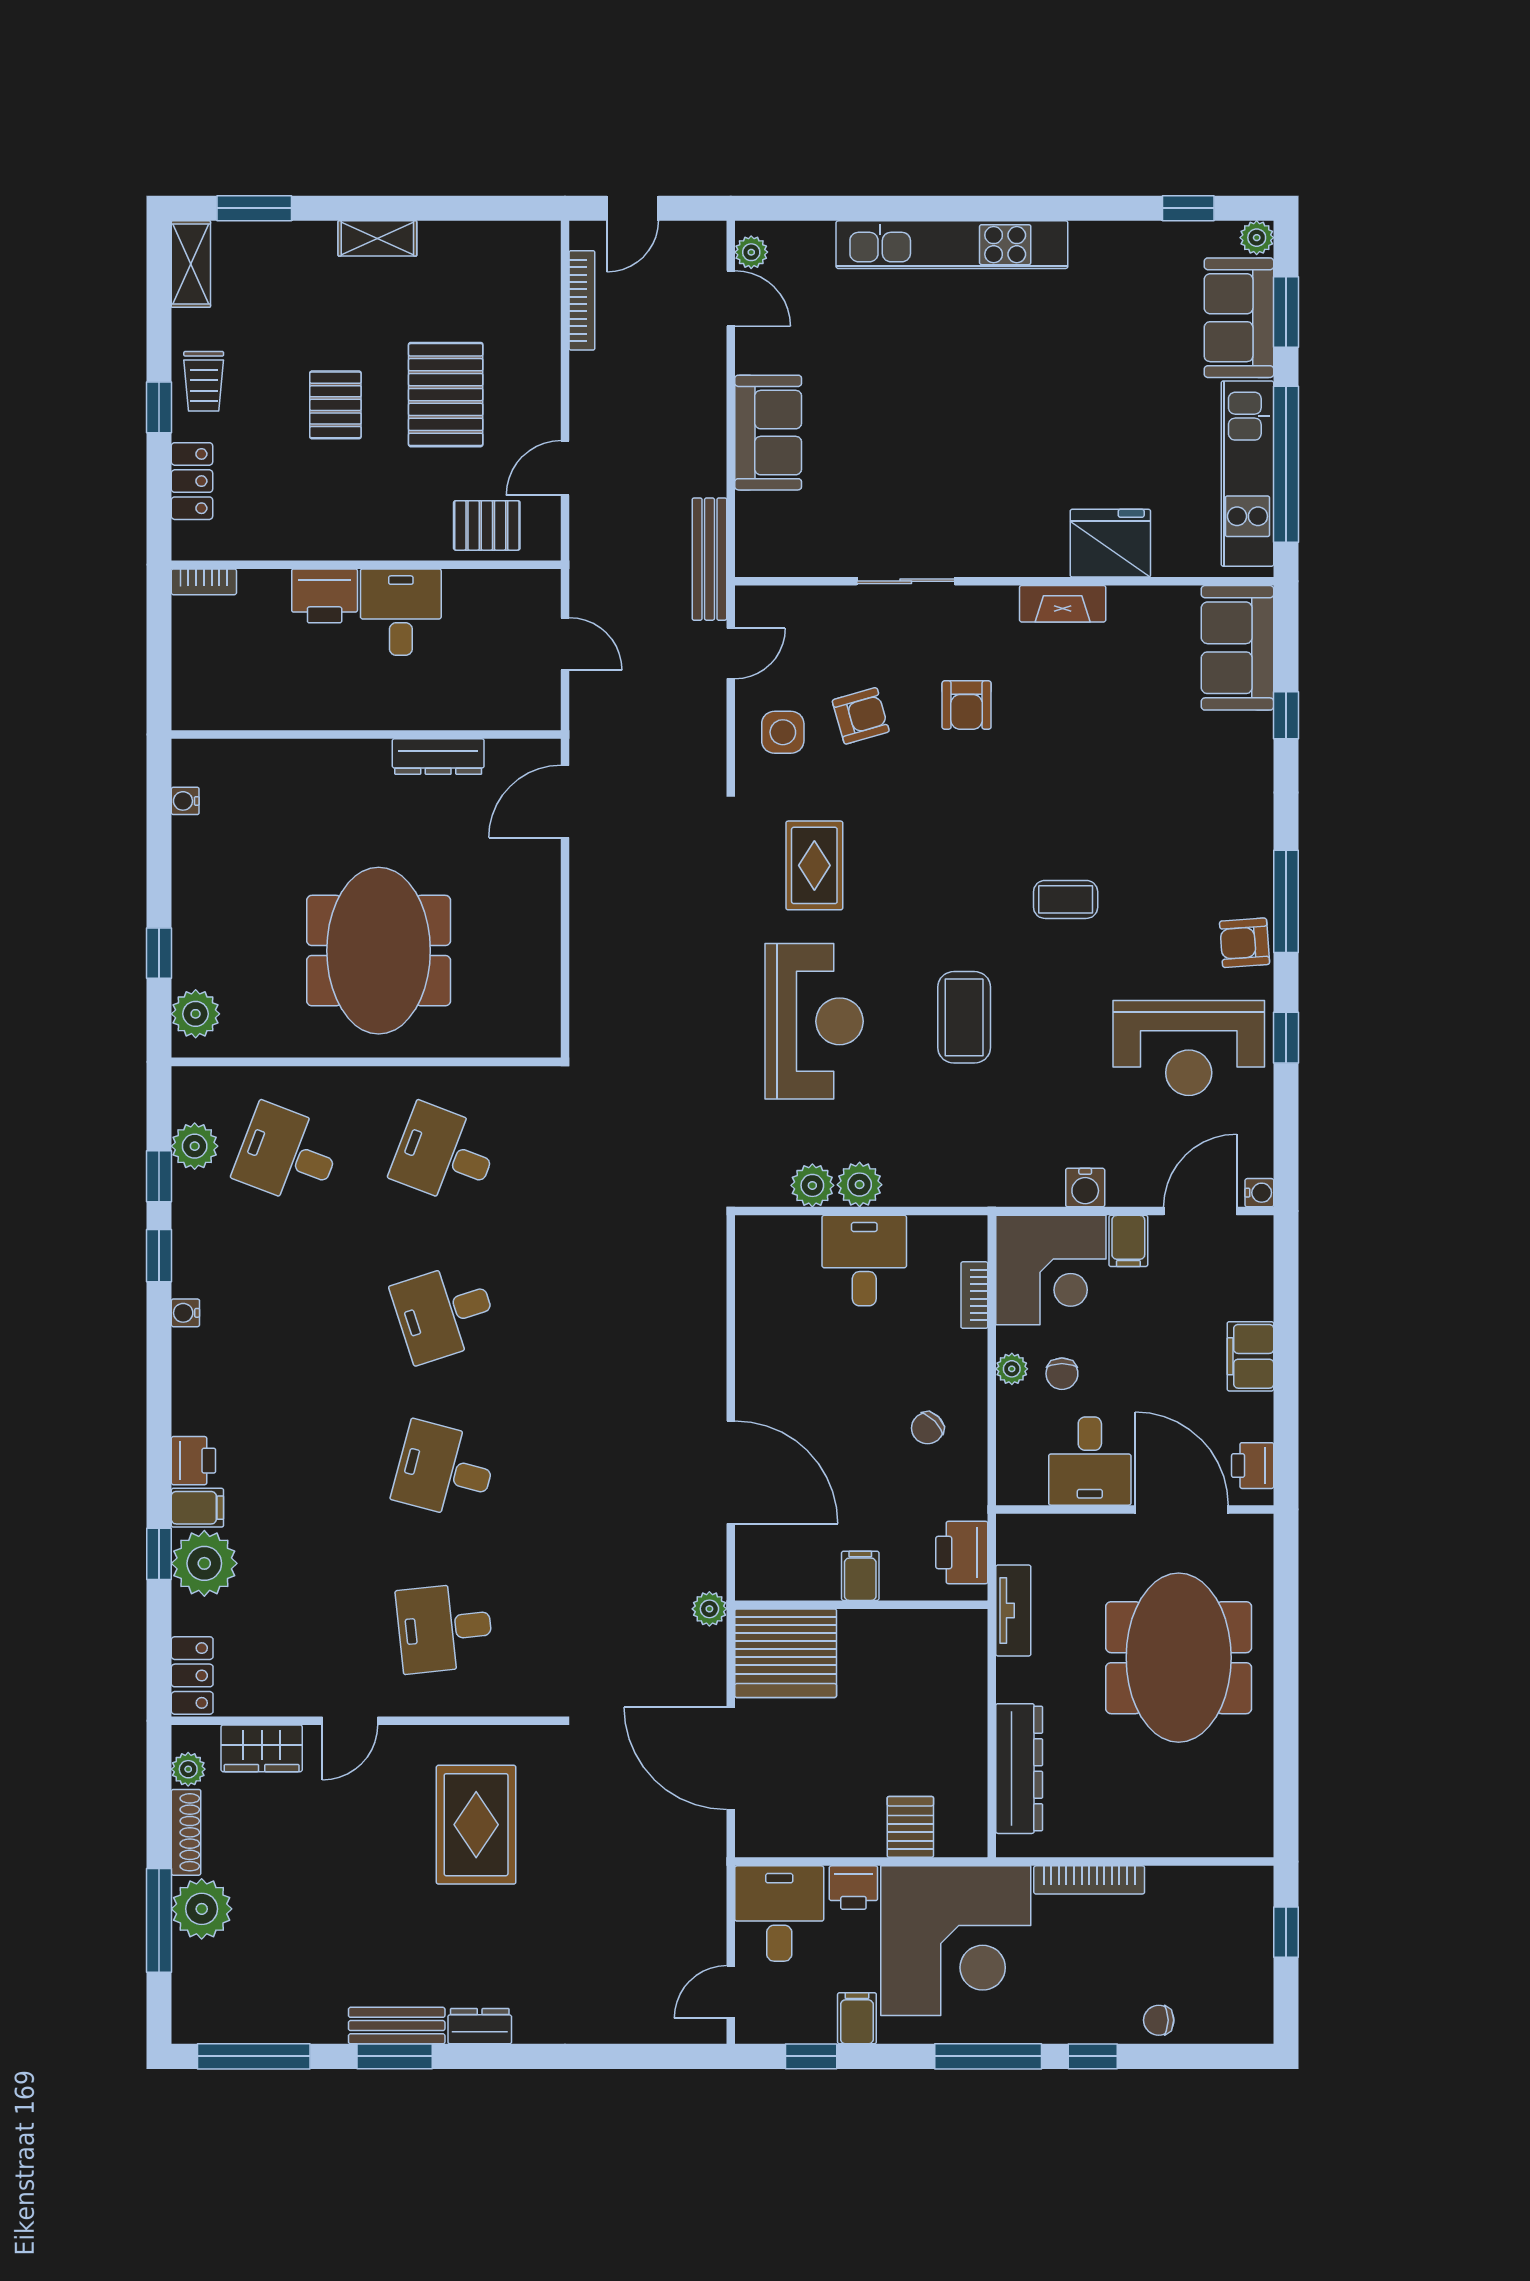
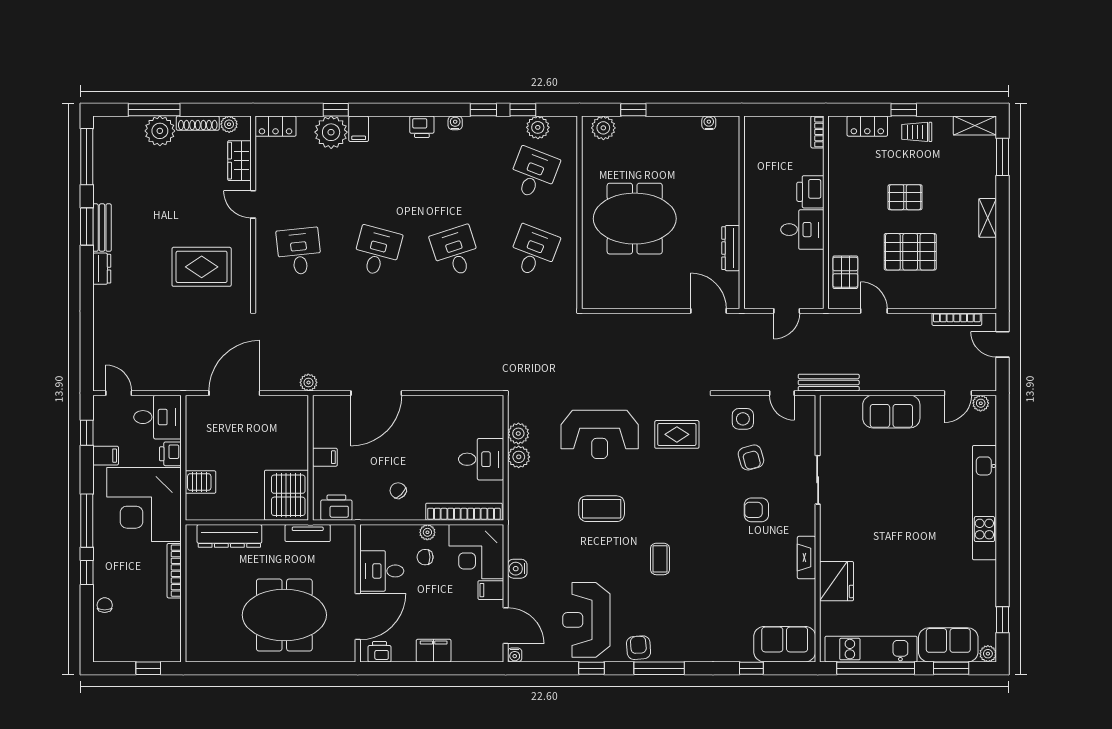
bookcase: (974, 1295) -> (464, 512), width x2.31, depth x1.31
printer: (193, 1461) -> (422, 127), moved
server rack: (786, 1653) -> (287, 495), moved

